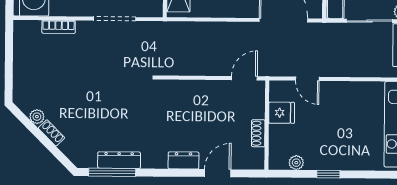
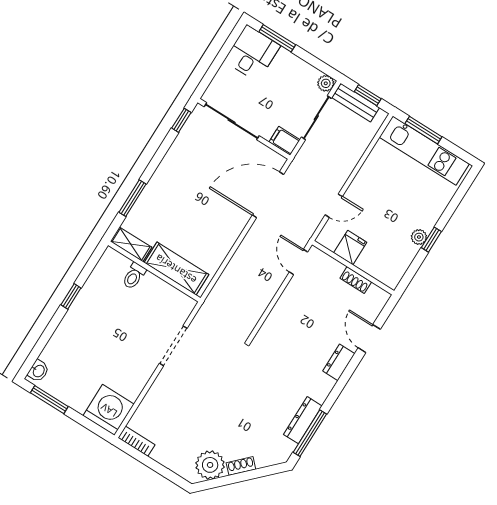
bookcase: (59, 27) -> (136, 441), moved, turned -90
plant: (37, 117) -> (210, 465), width x1.88, depth x1.88
plant: (296, 163) -> (419, 237), moved

